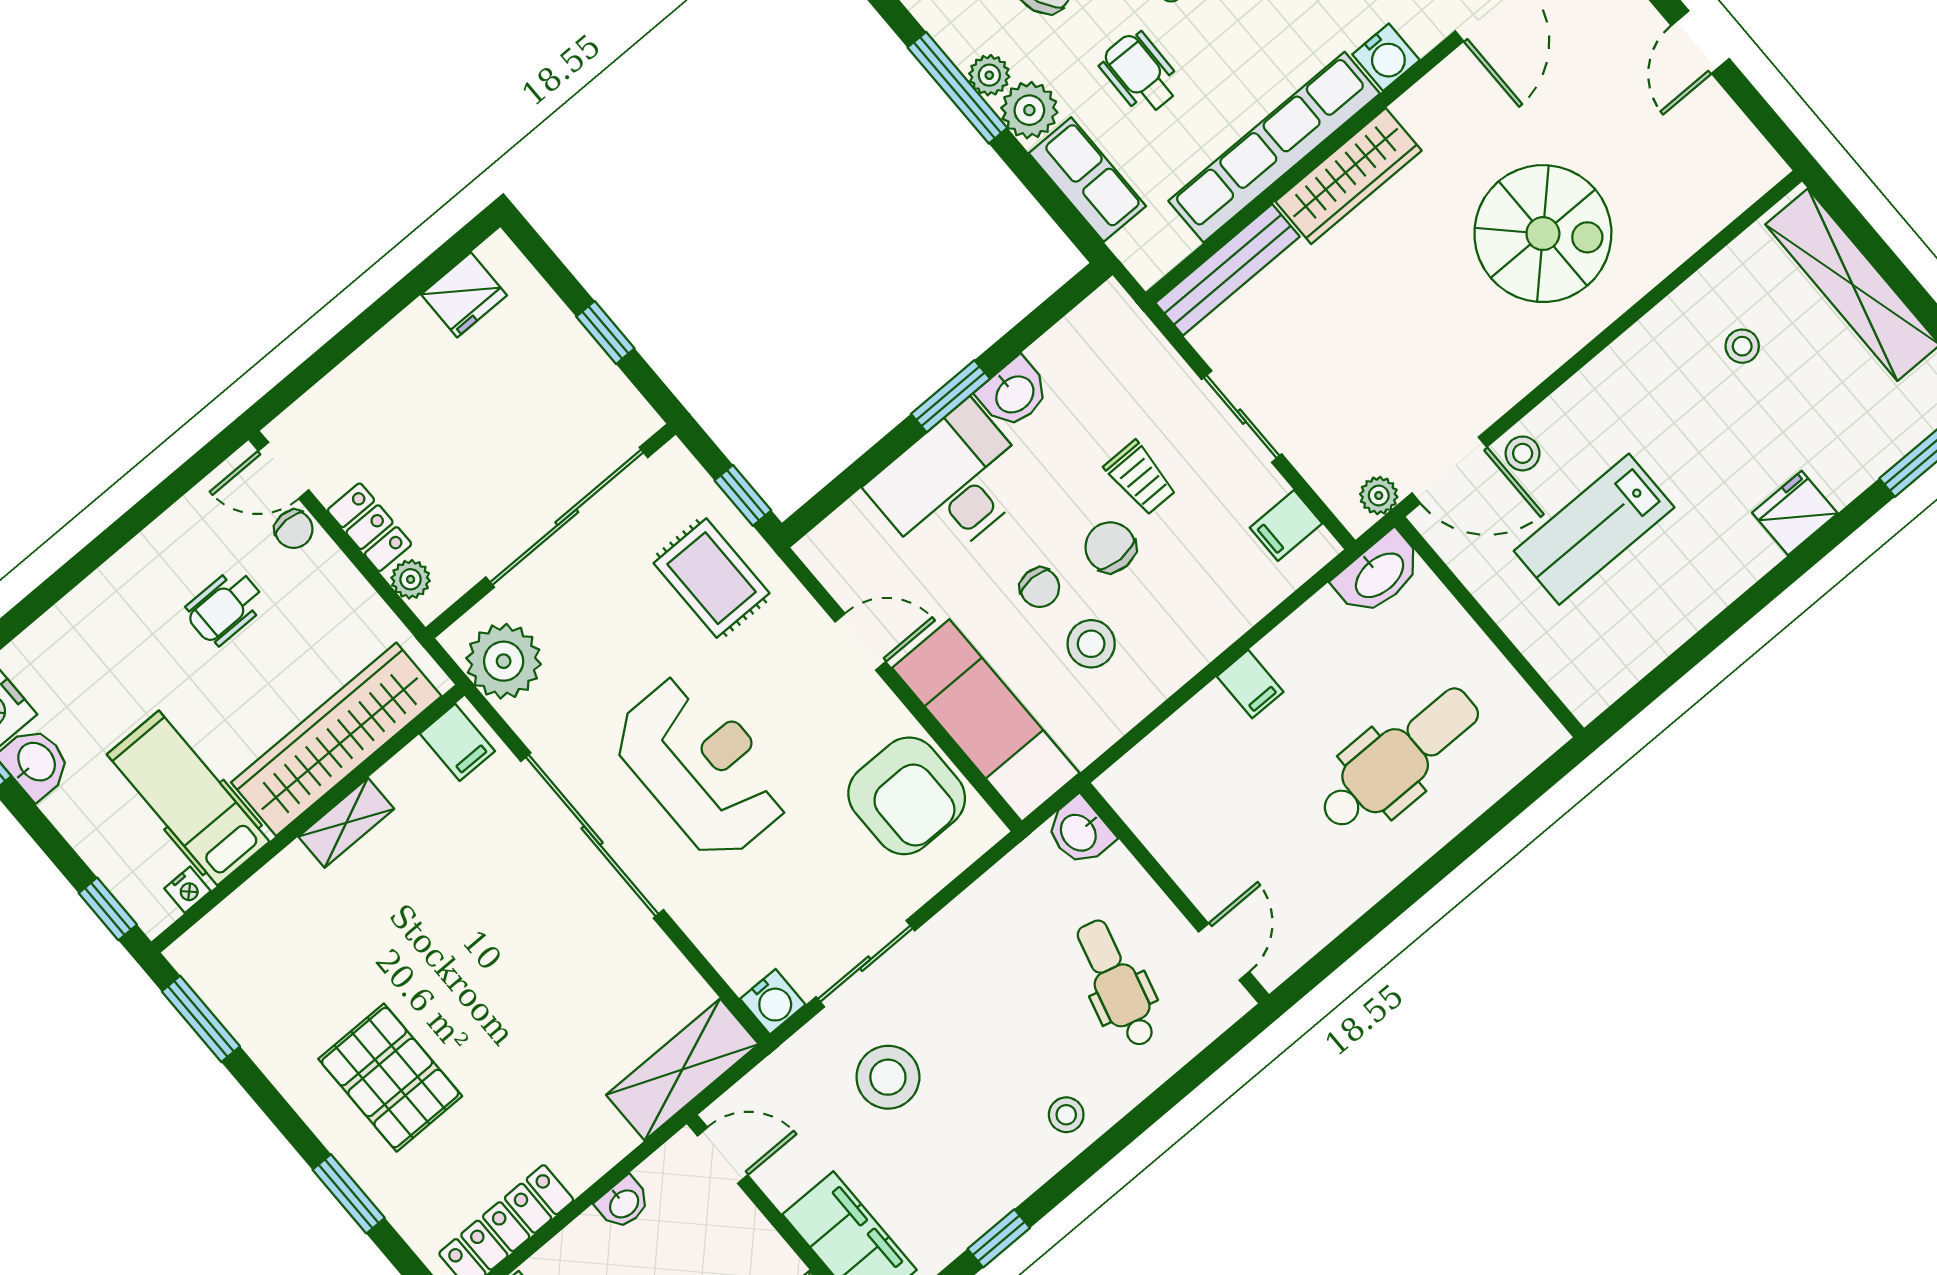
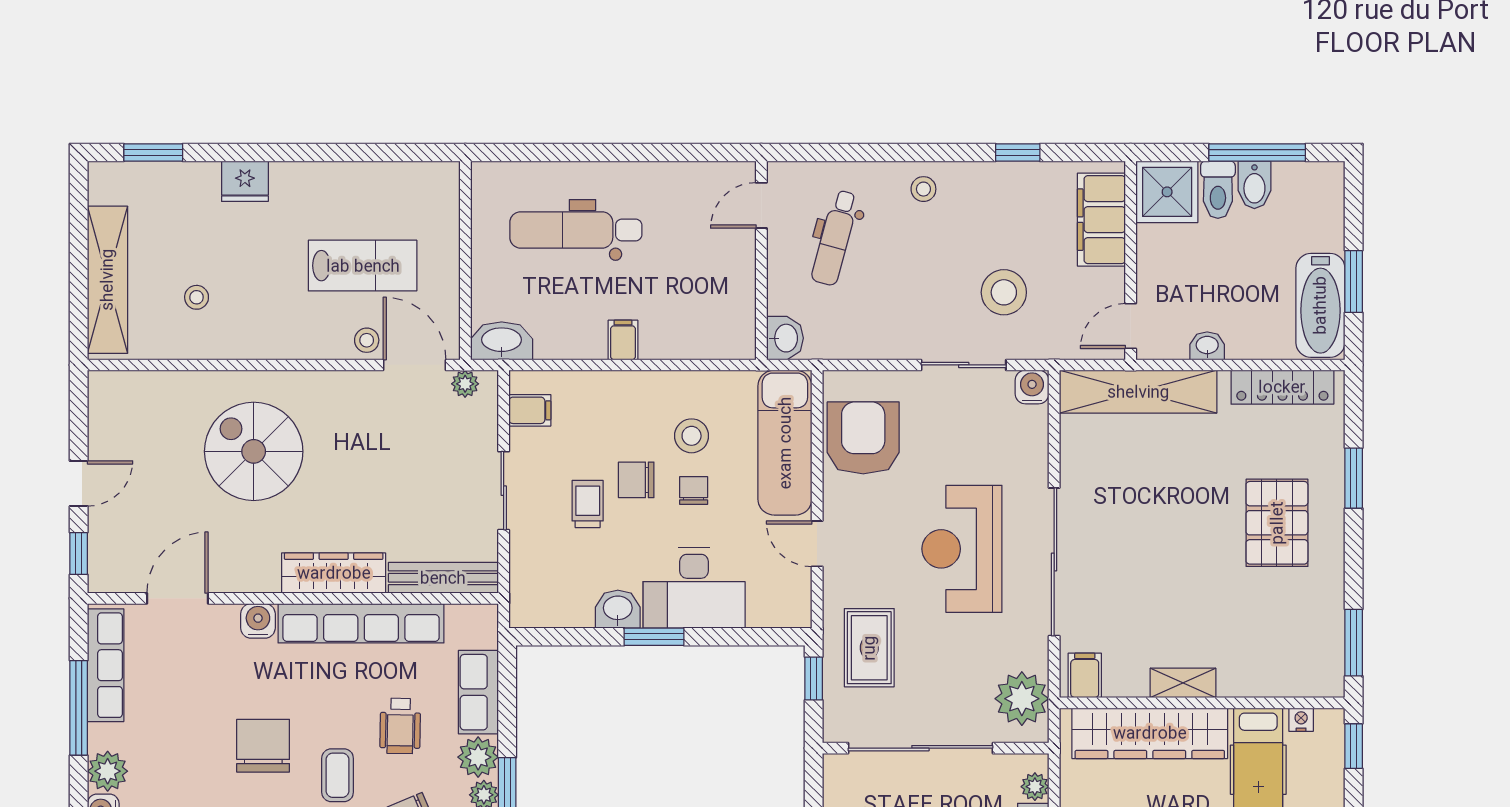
chair: (1110, 547) -> (636, 480), turned 90
shelving: (682, 1070) -> (1138, 392), width x1.47
door: (723, 1155) -> (1131, 326), hinge flipped

